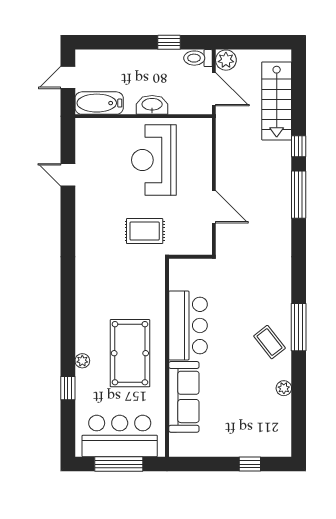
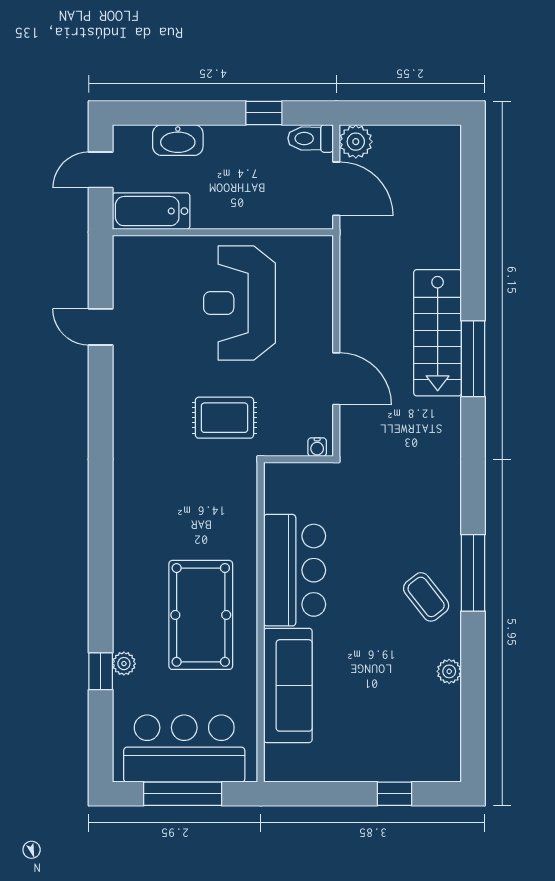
stairs: (277, 101) -> (438, 333), moved
washbasin: (152, 105) -> (178, 140), moved, turned 180
window: (299, 146) -> (473, 281), removed
water cooler: (202, 249) -> (317, 447), added
plant: (82, 361) -> (124, 664), moved

